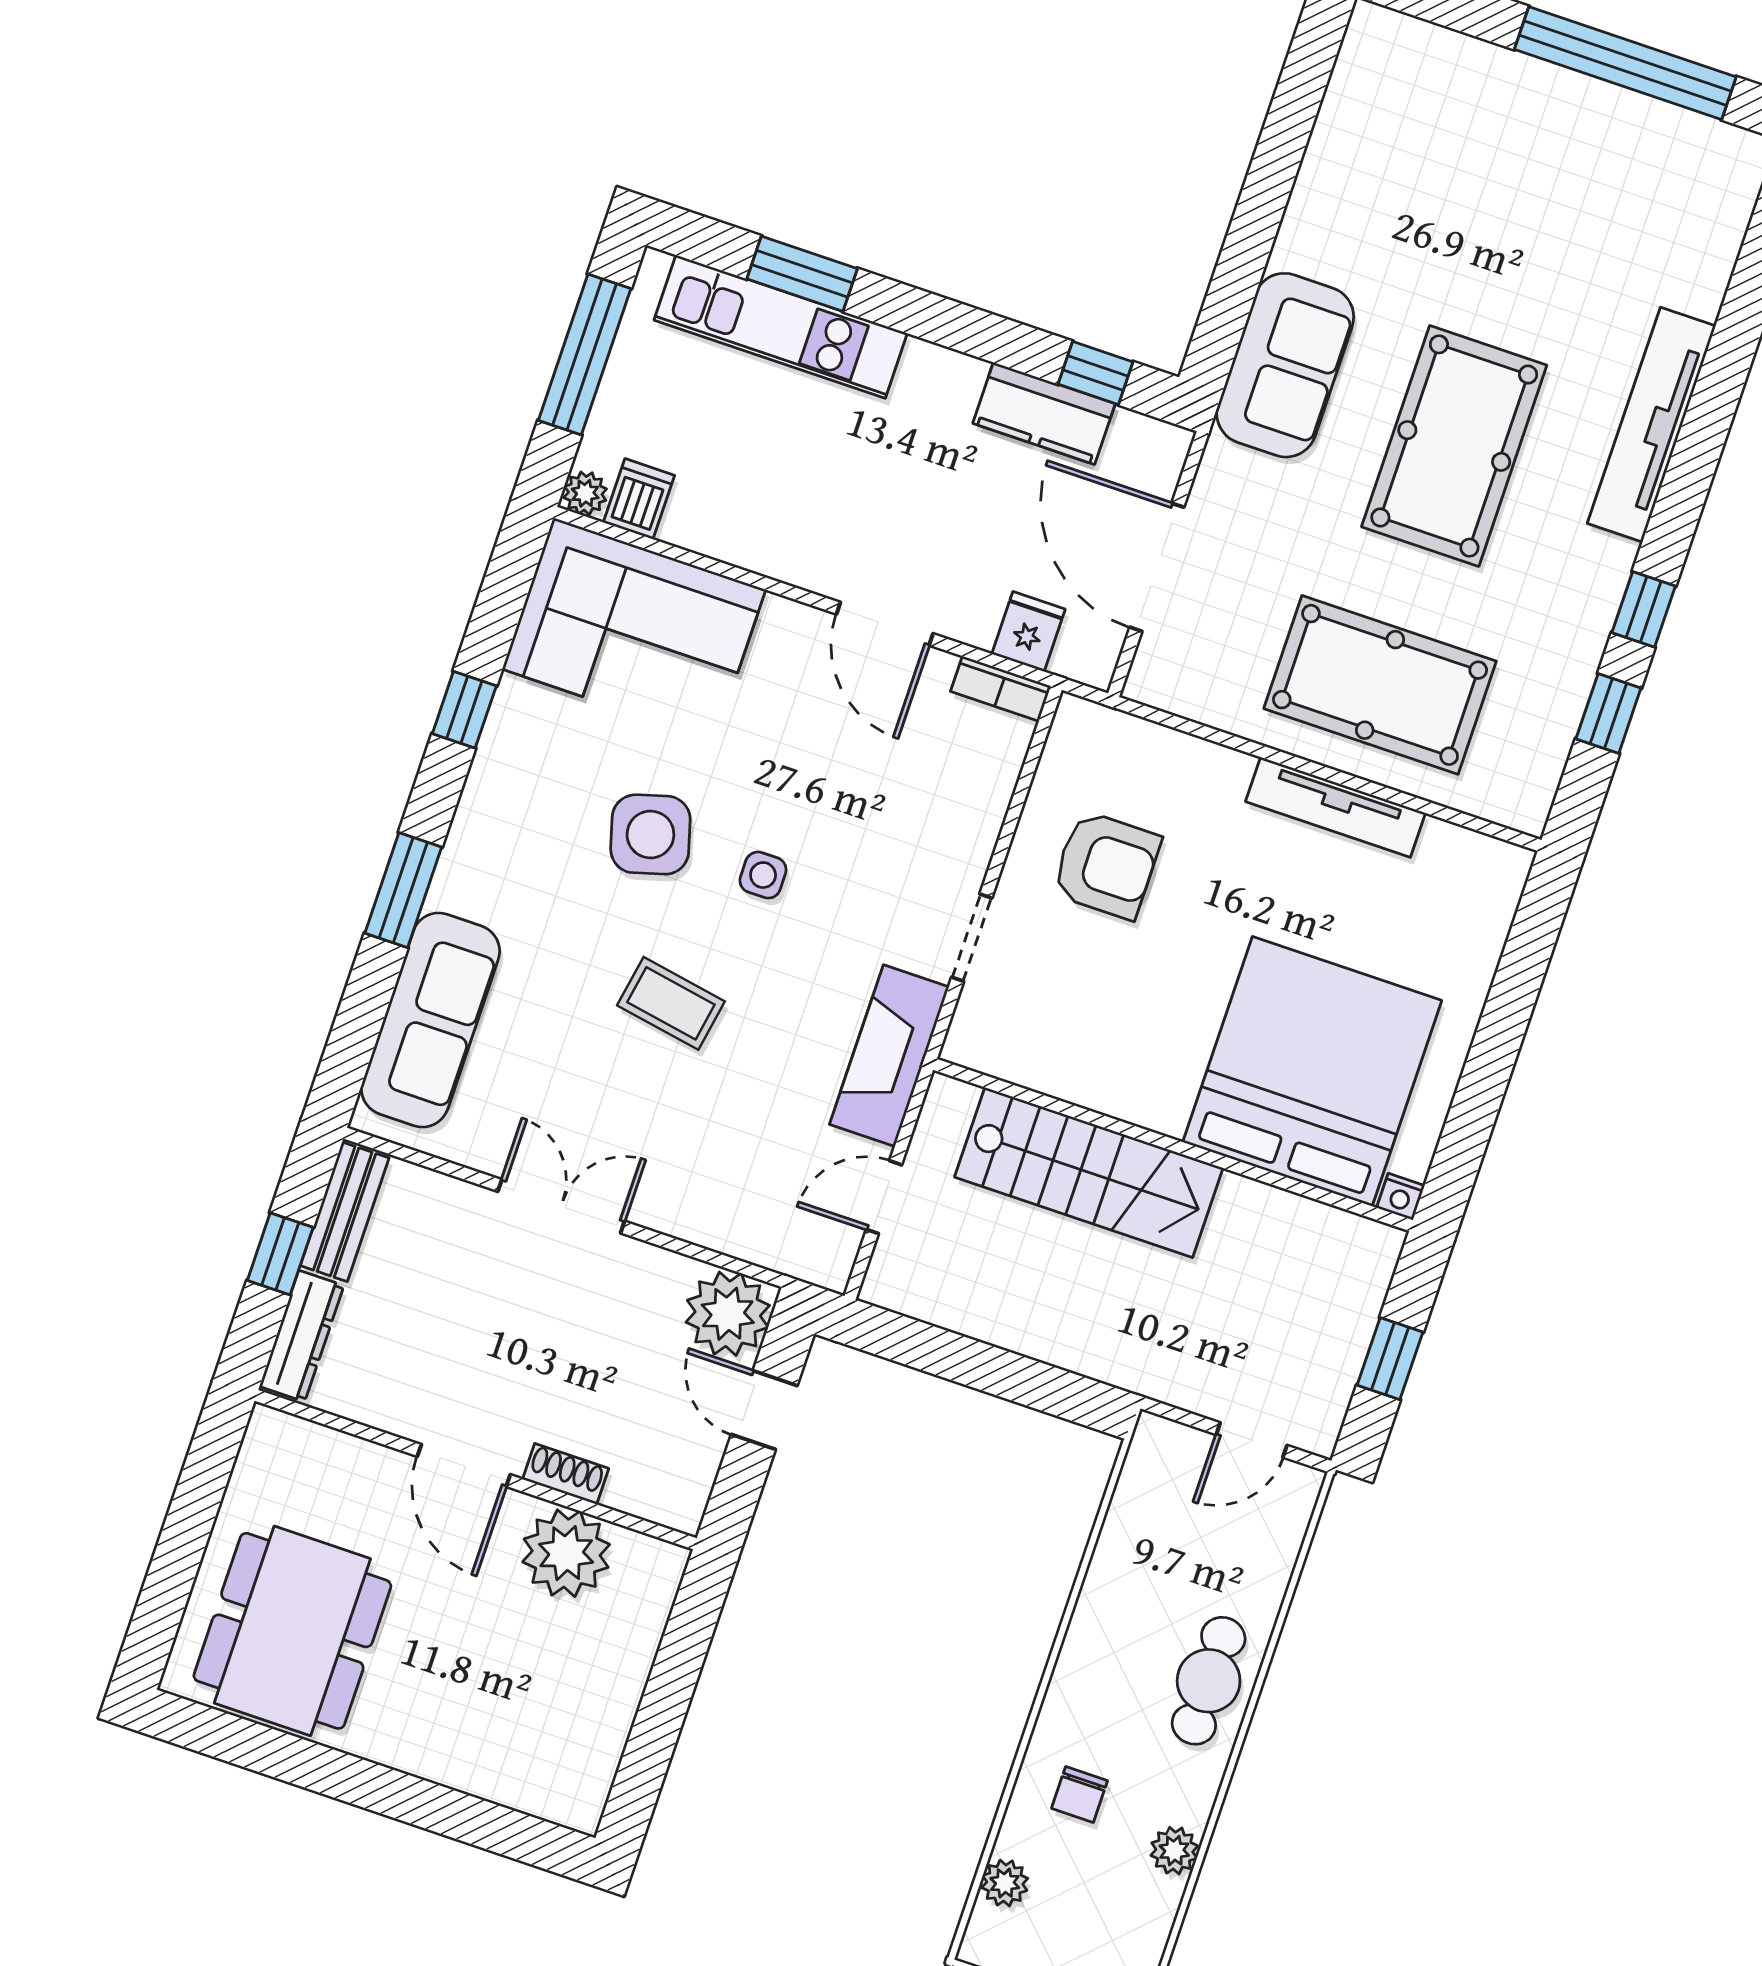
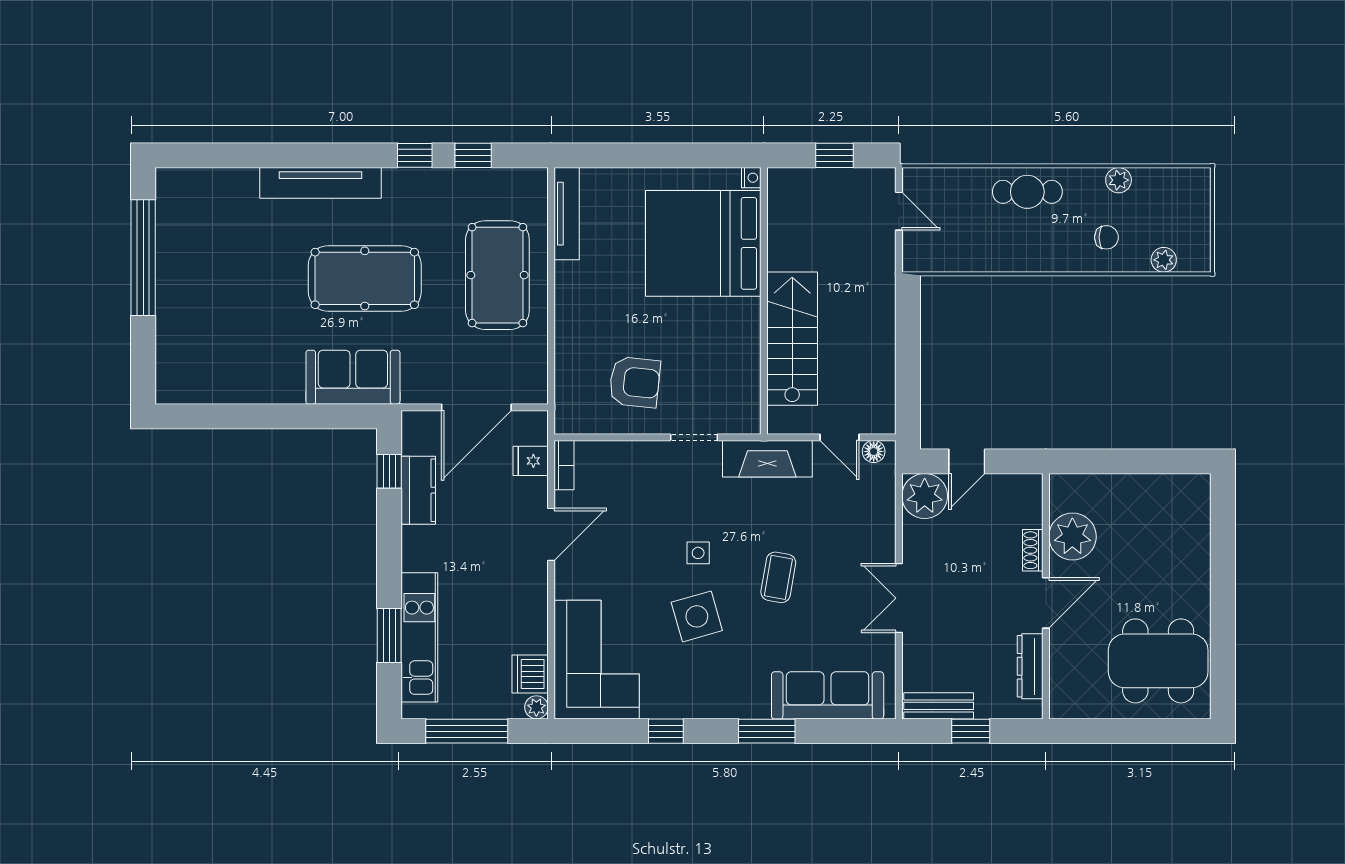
dishwasher: (639, 499) -> (530, 674), width x1.38
tv unit: (1335, 807) -> (567, 214), moved
armchair: (1106, 865) -> (635, 382), turned 96
floor lamp: (838, 1250) -> (874, 451), added
dresser: (302, 1336) -> (1030, 666), moved, turned -90

